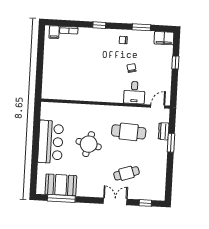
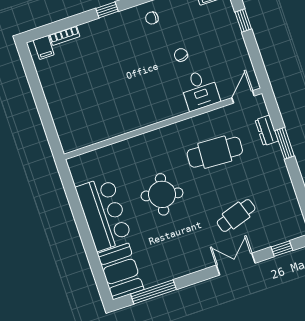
booth: (61, 185) -> (121, 271), moved, turned 90

